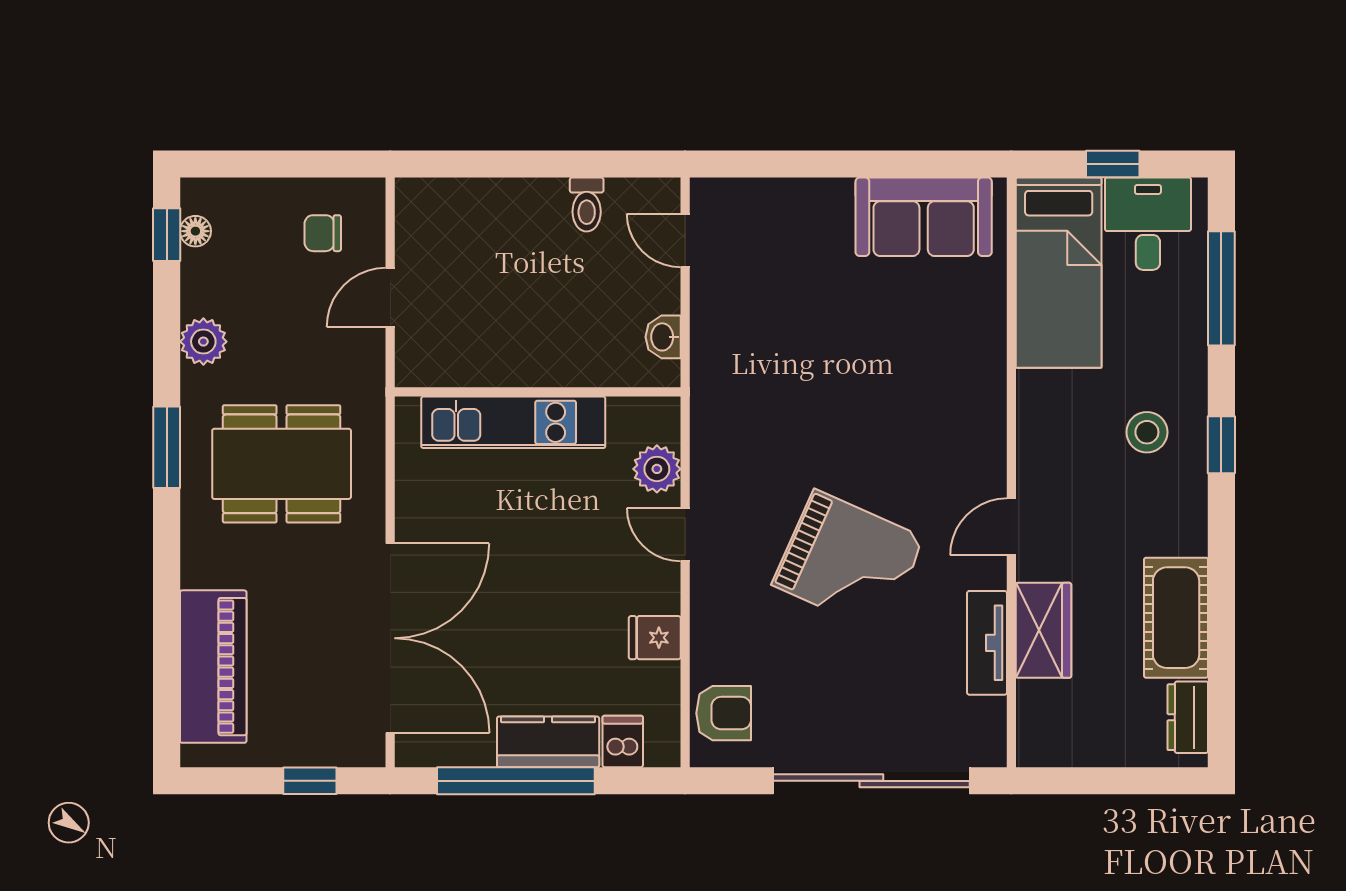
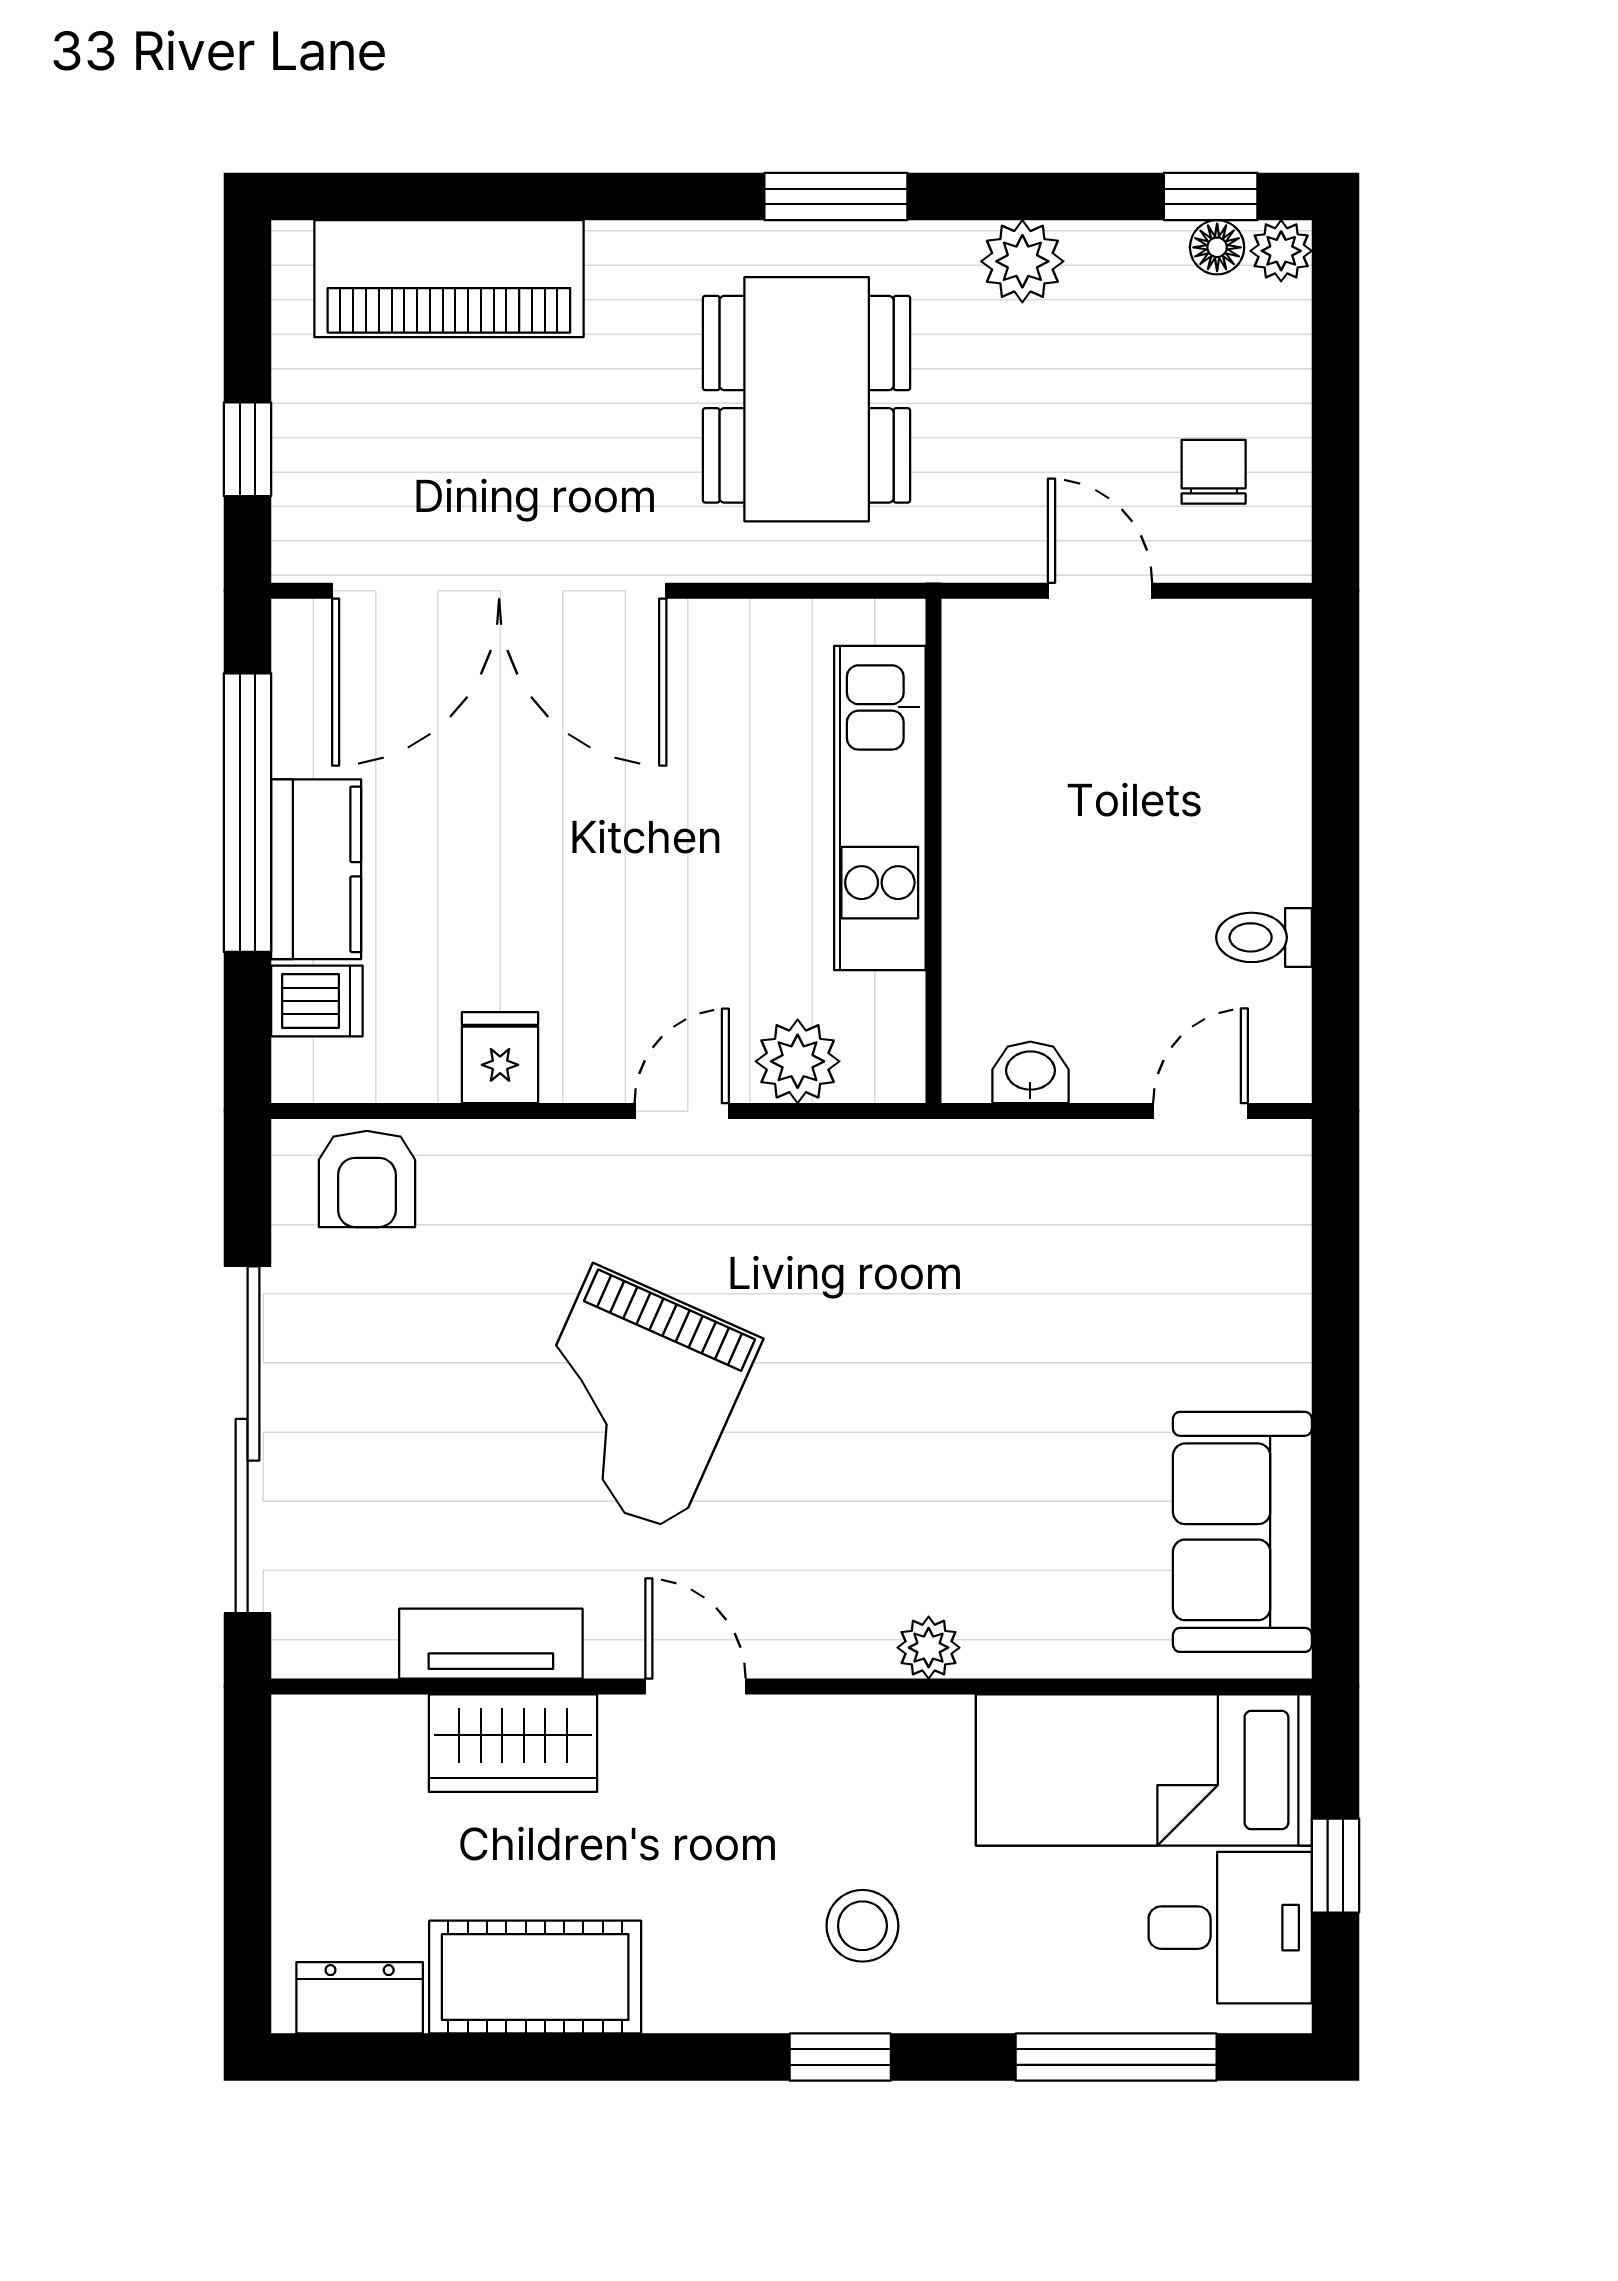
plant: (197, 195) -> (1281, 251), added
plant: (989, 395) -> (929, 1648), added

